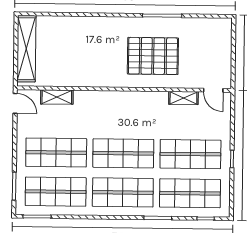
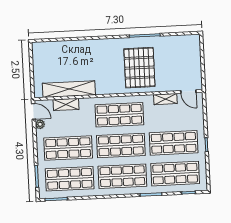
shelving: (26, 49) -> (69, 89), moved, turned 90
pallet: (153, 56) -> (139, 68), turned 90
shop shelf: (124, 114) -> (119, 115), added
plant: (22, 120) -> (40, 124), added

